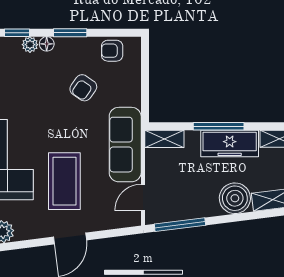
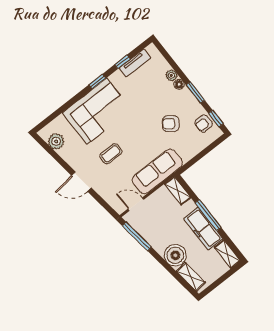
window: (17, 33) -> (216, 119), moved
armchair: (112, 51) -> (204, 123), turned -90
coffee table: (64, 181) -> (111, 154), width x0.54, depth x0.58

